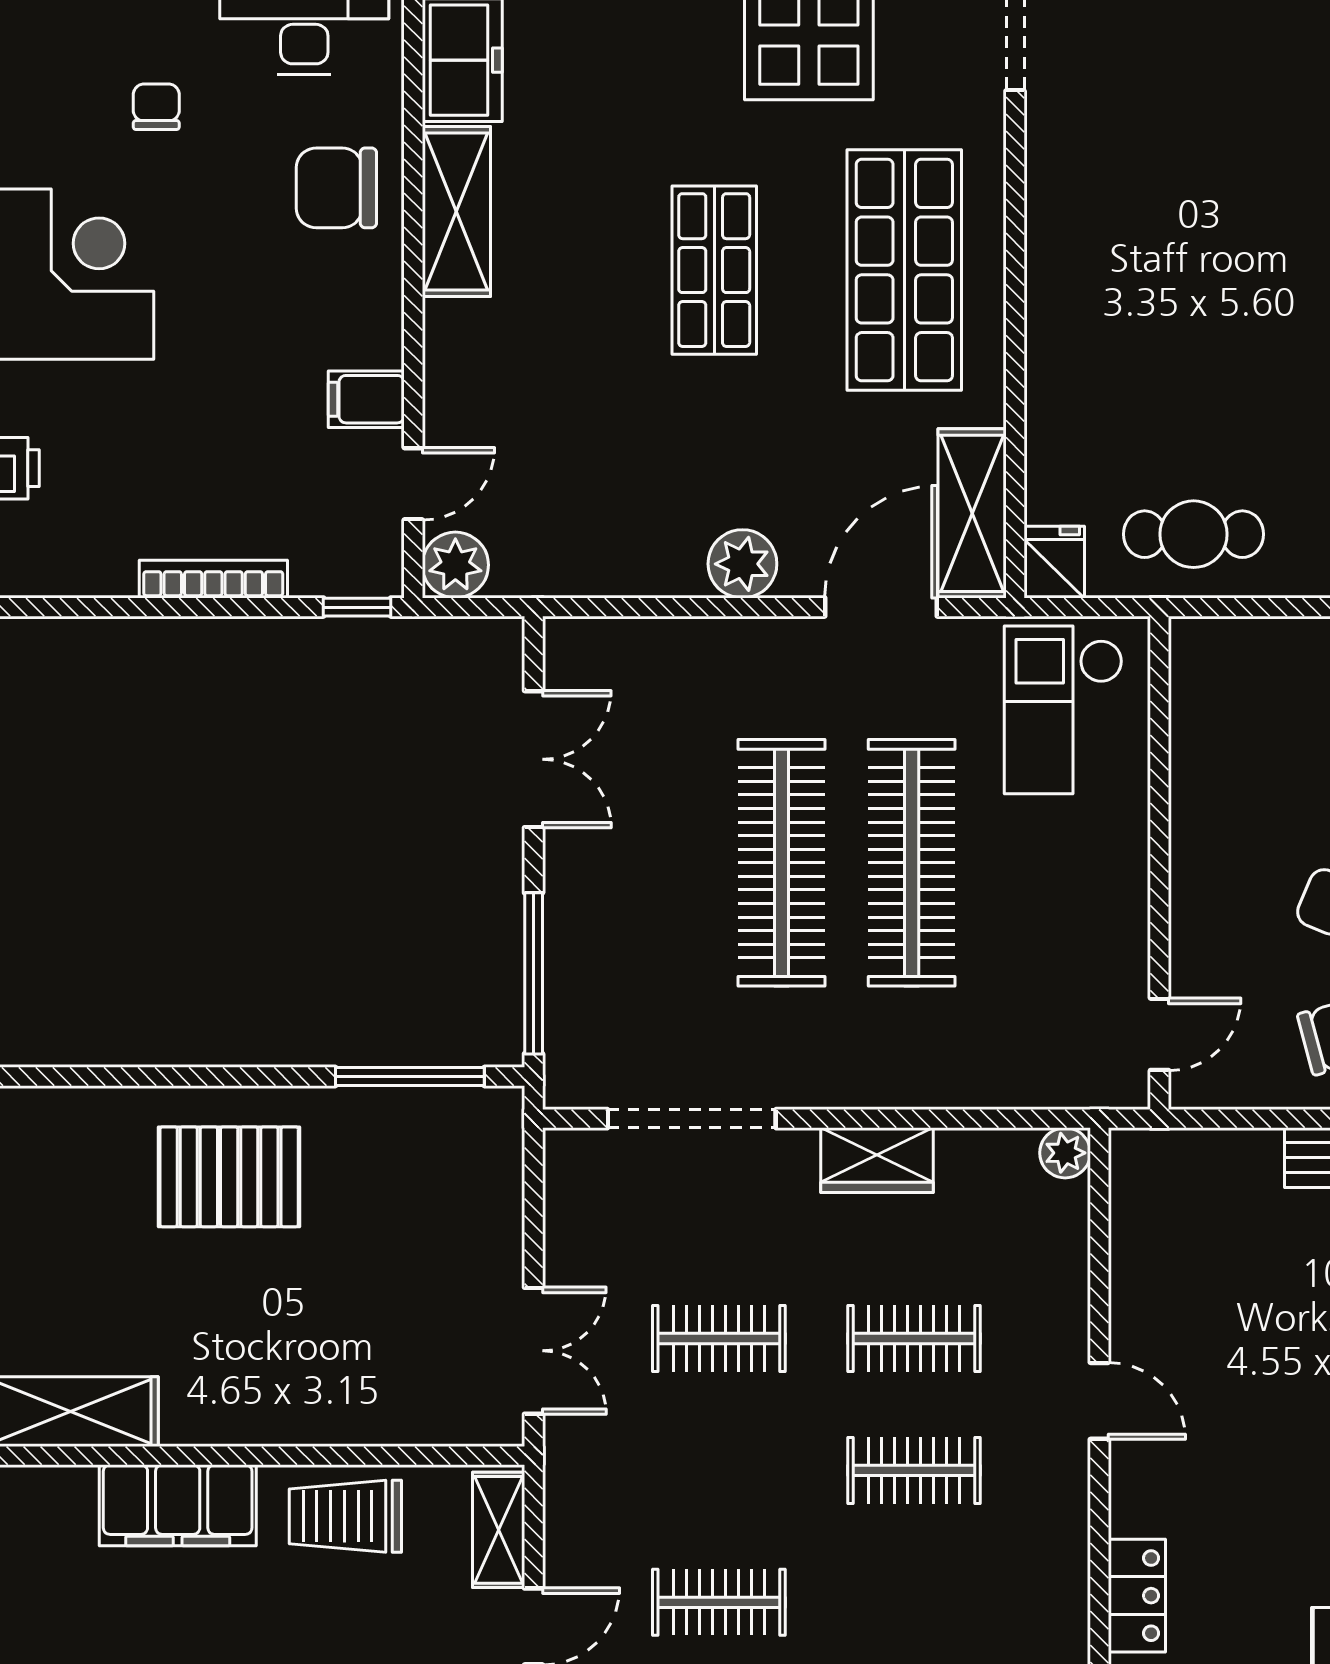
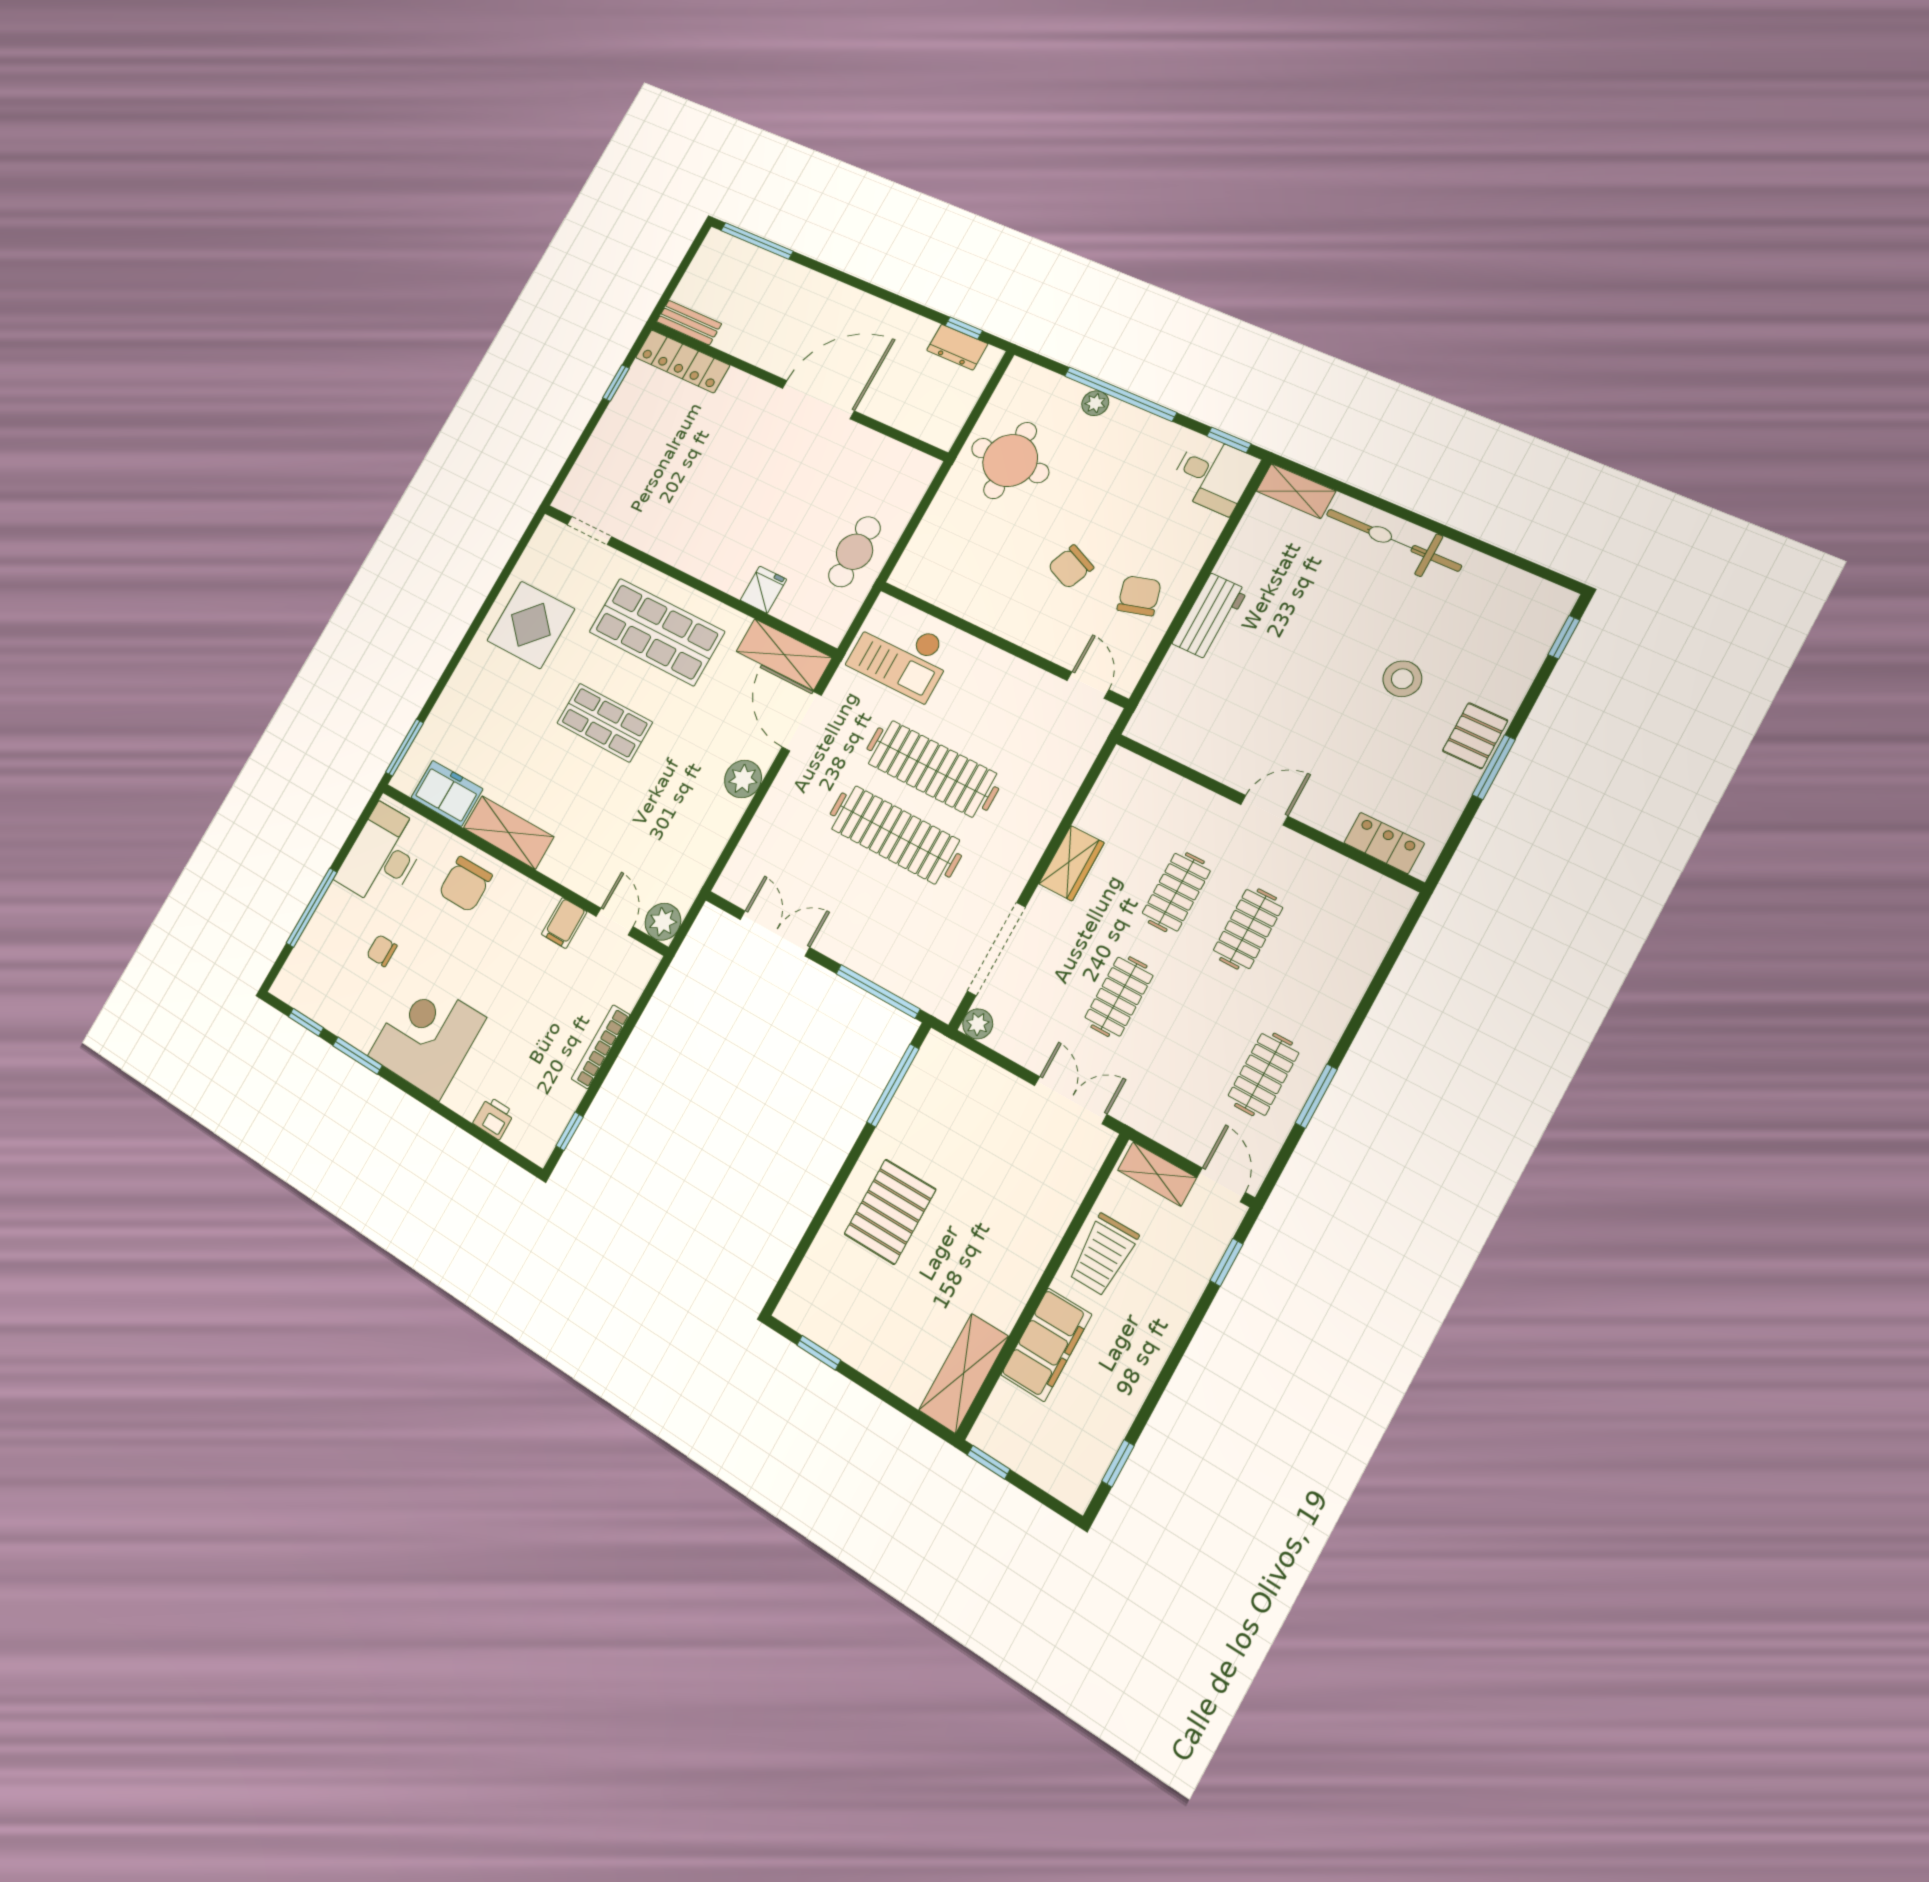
fridge: (1054, 562) -> (763, 590), moved, turned 90
window: (357, 607) -> (570, 1131), moved
plant: (1065, 1153) -> (978, 1024), moved

